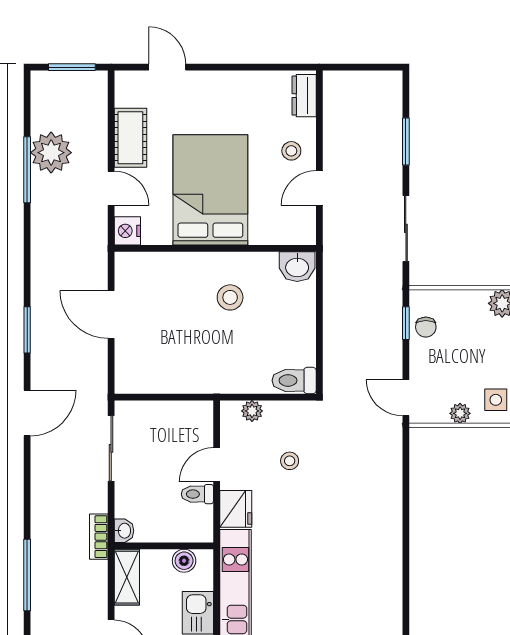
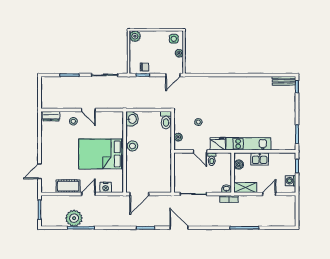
bed: (210, 190) -> (101, 154), moved
wall: (215, 248) -> (125, 152), moved
washbasin: (297, 267) -> (132, 119), moved

